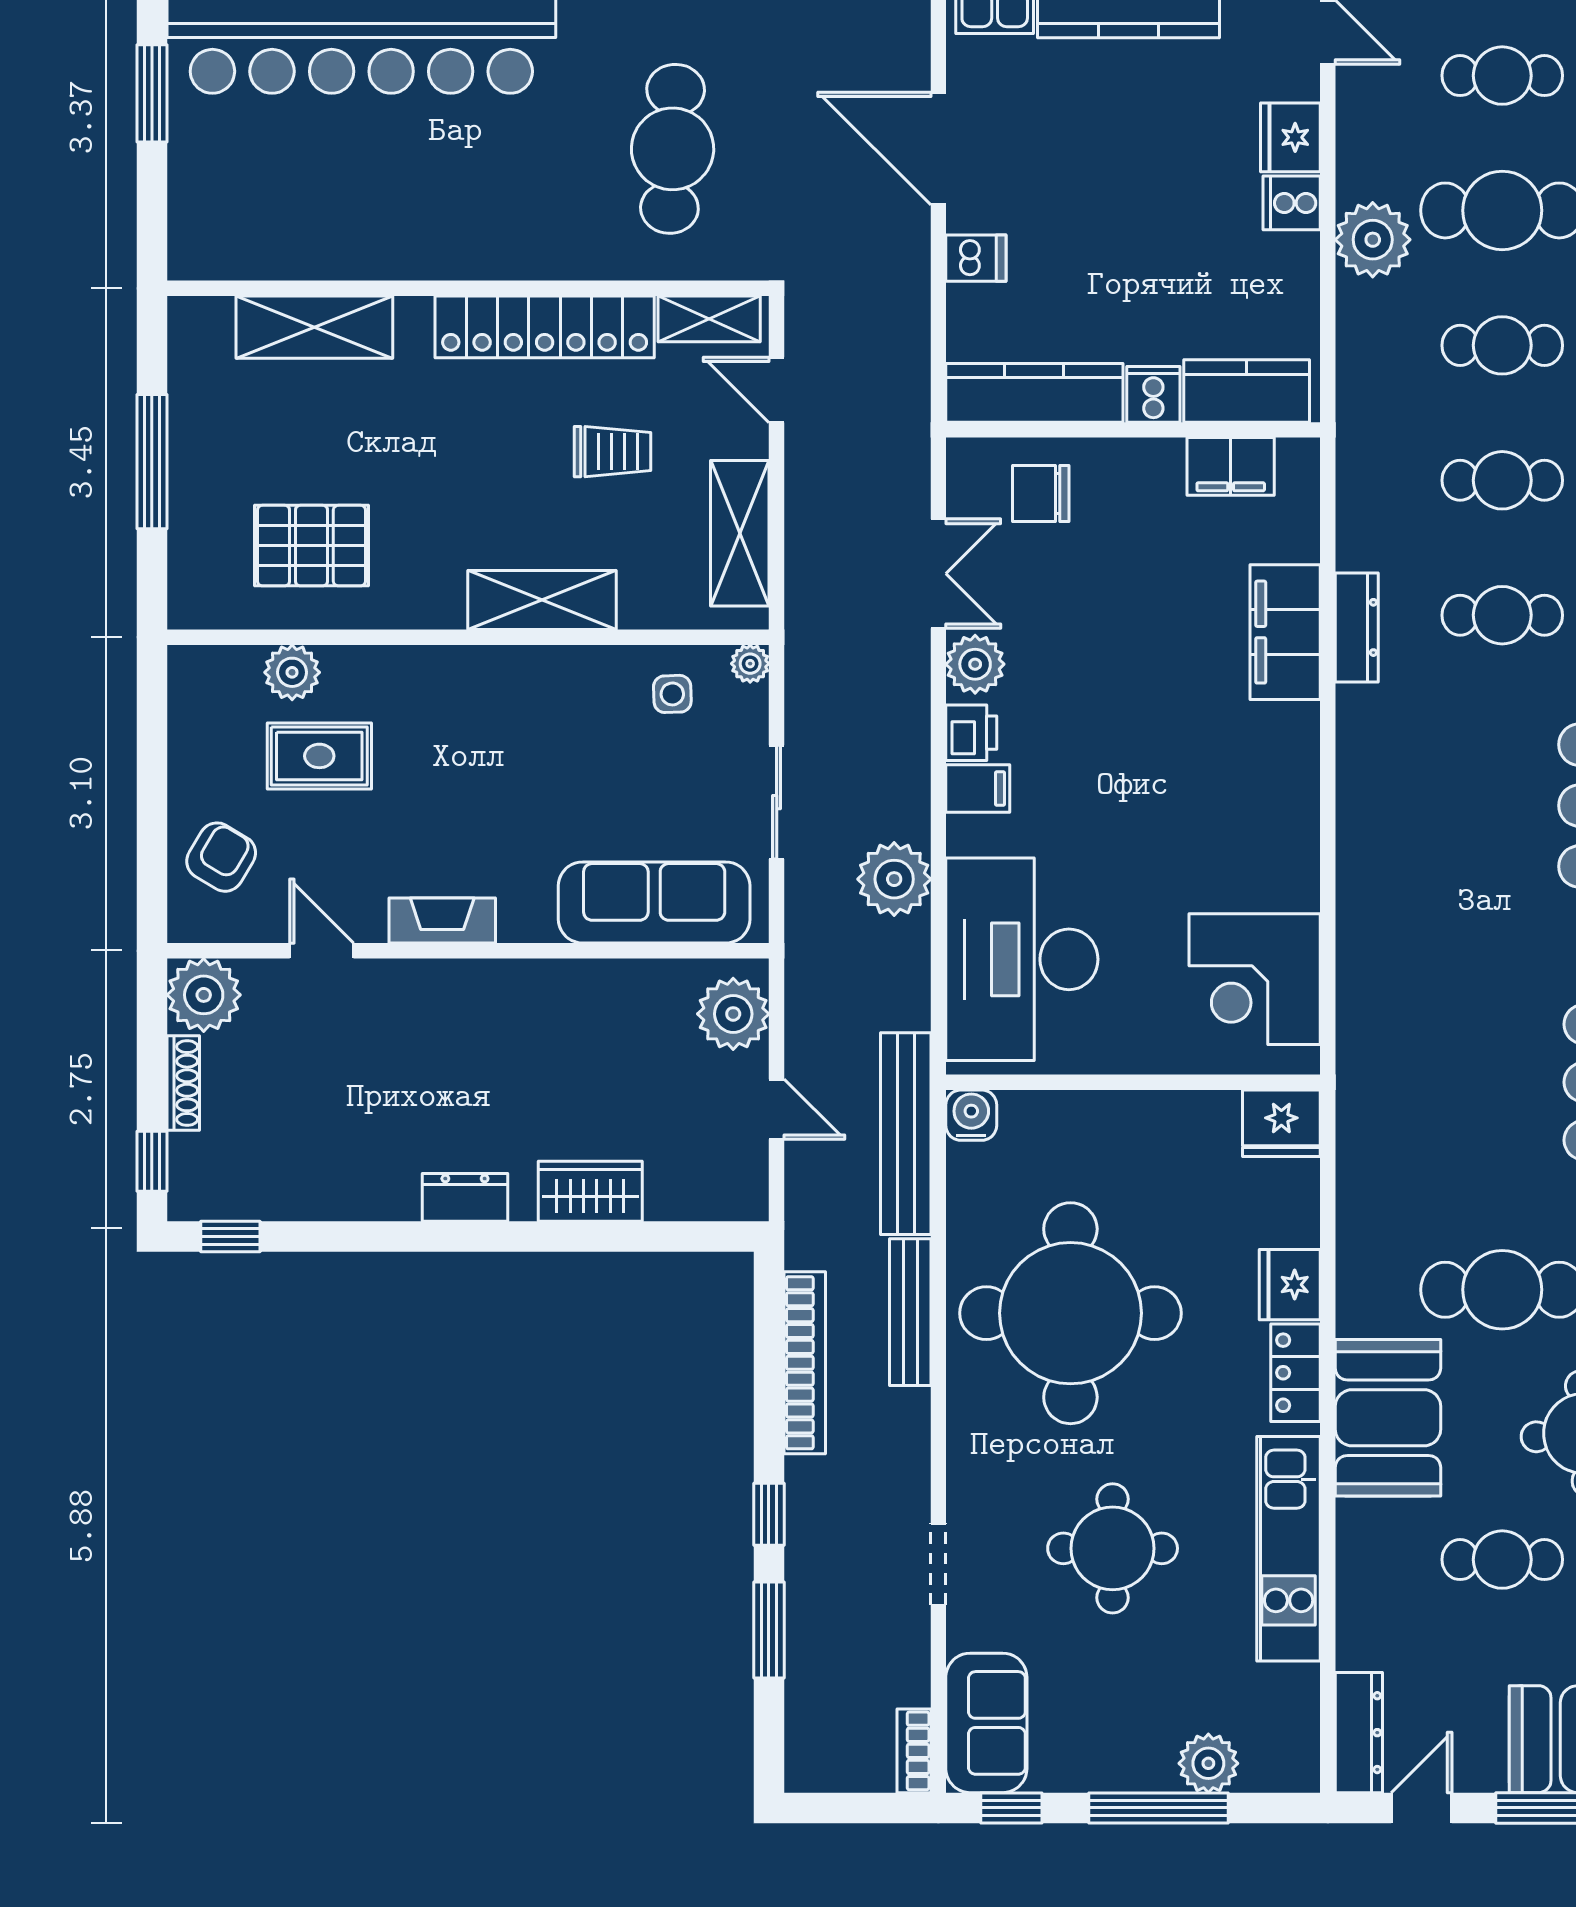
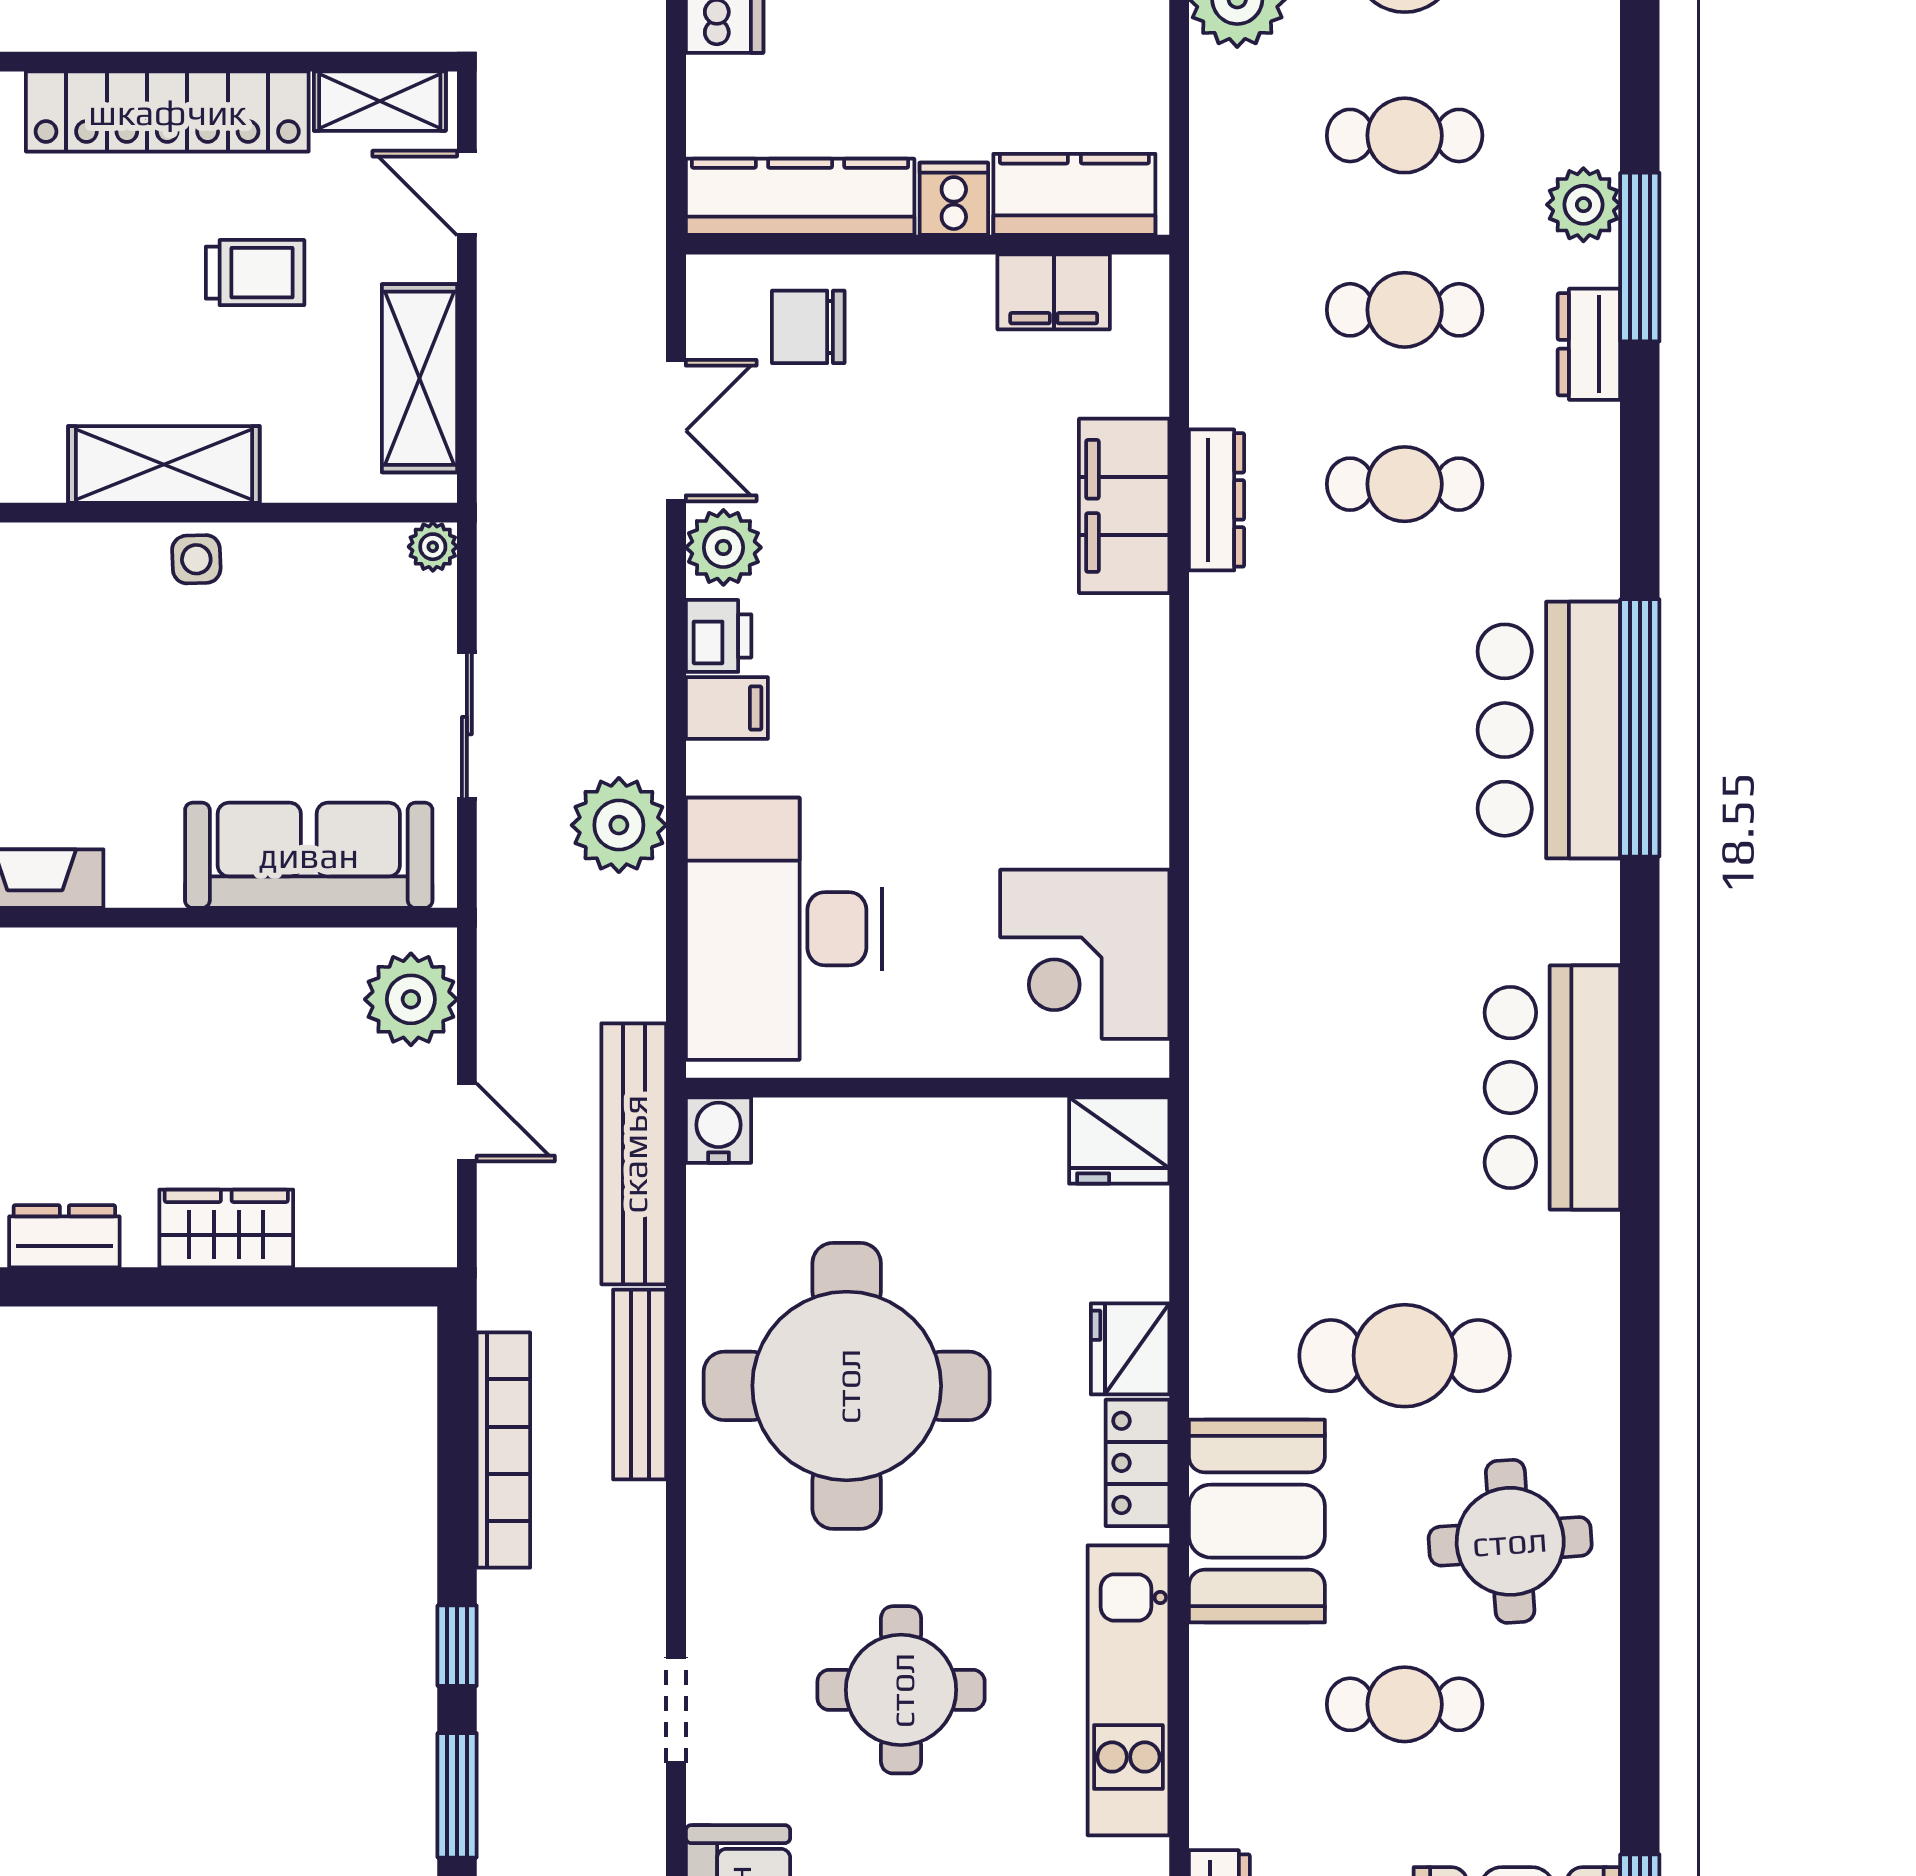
side table: (672, 694) -> (196, 559), moved

